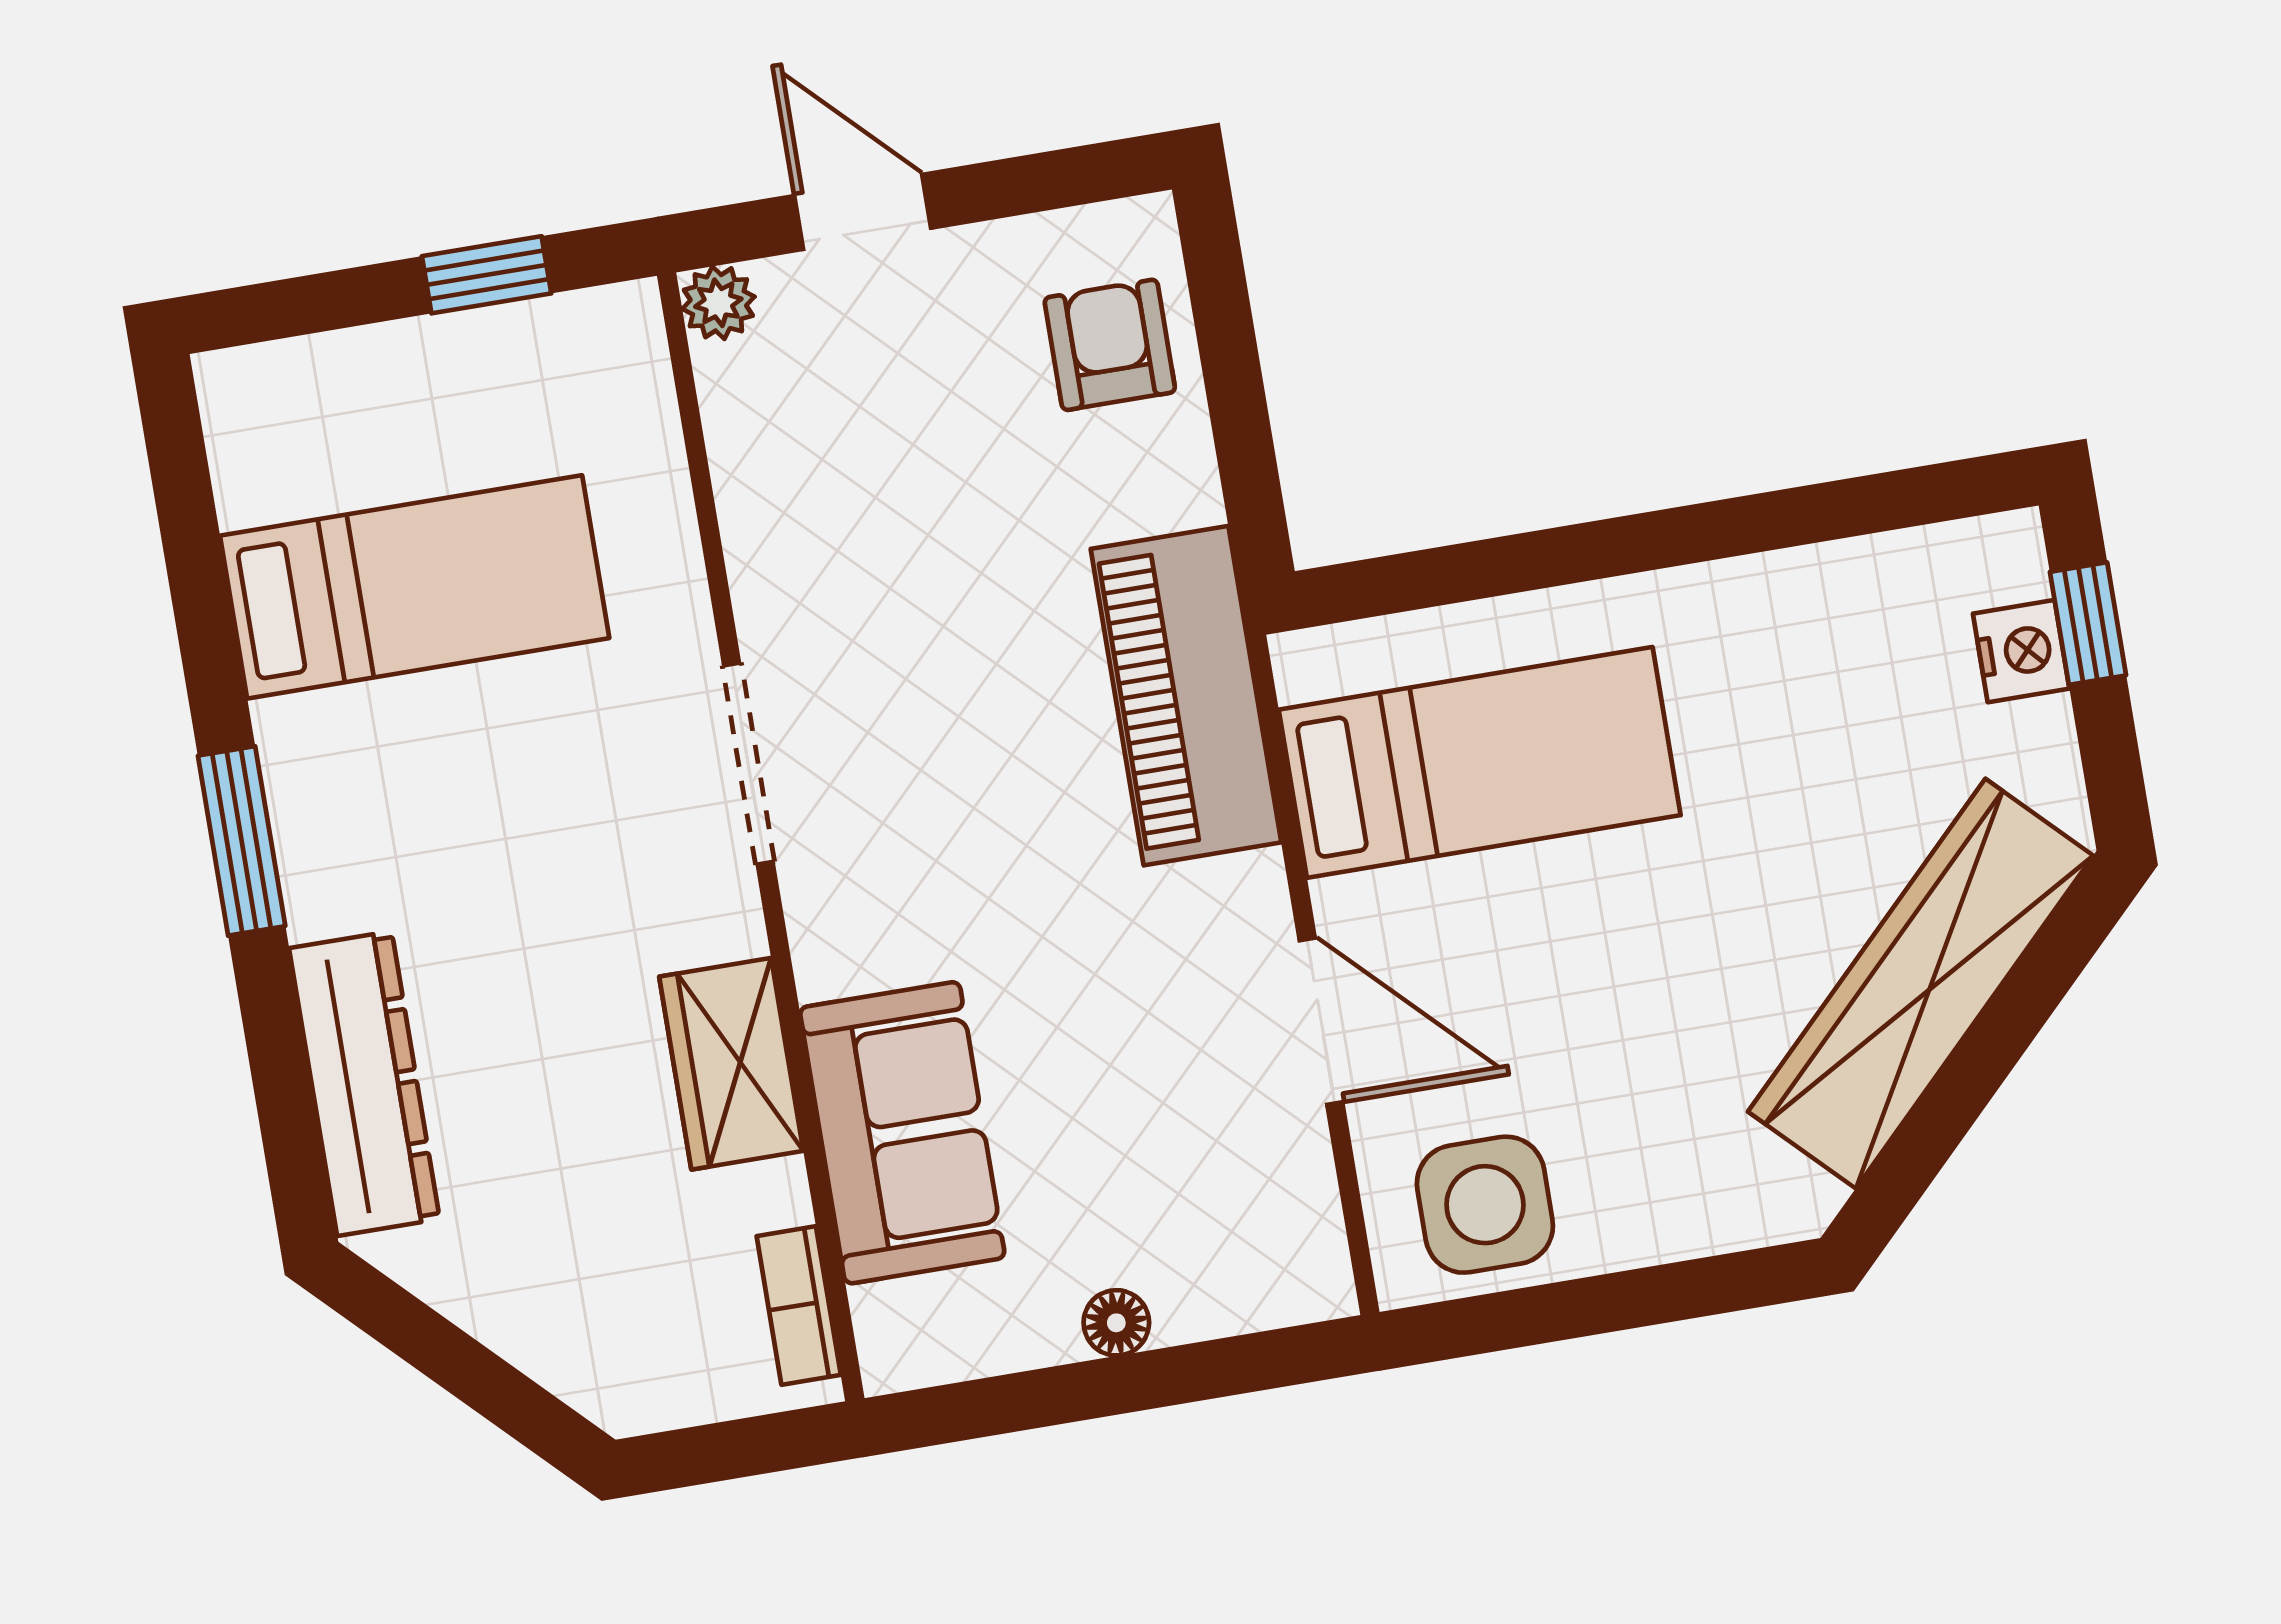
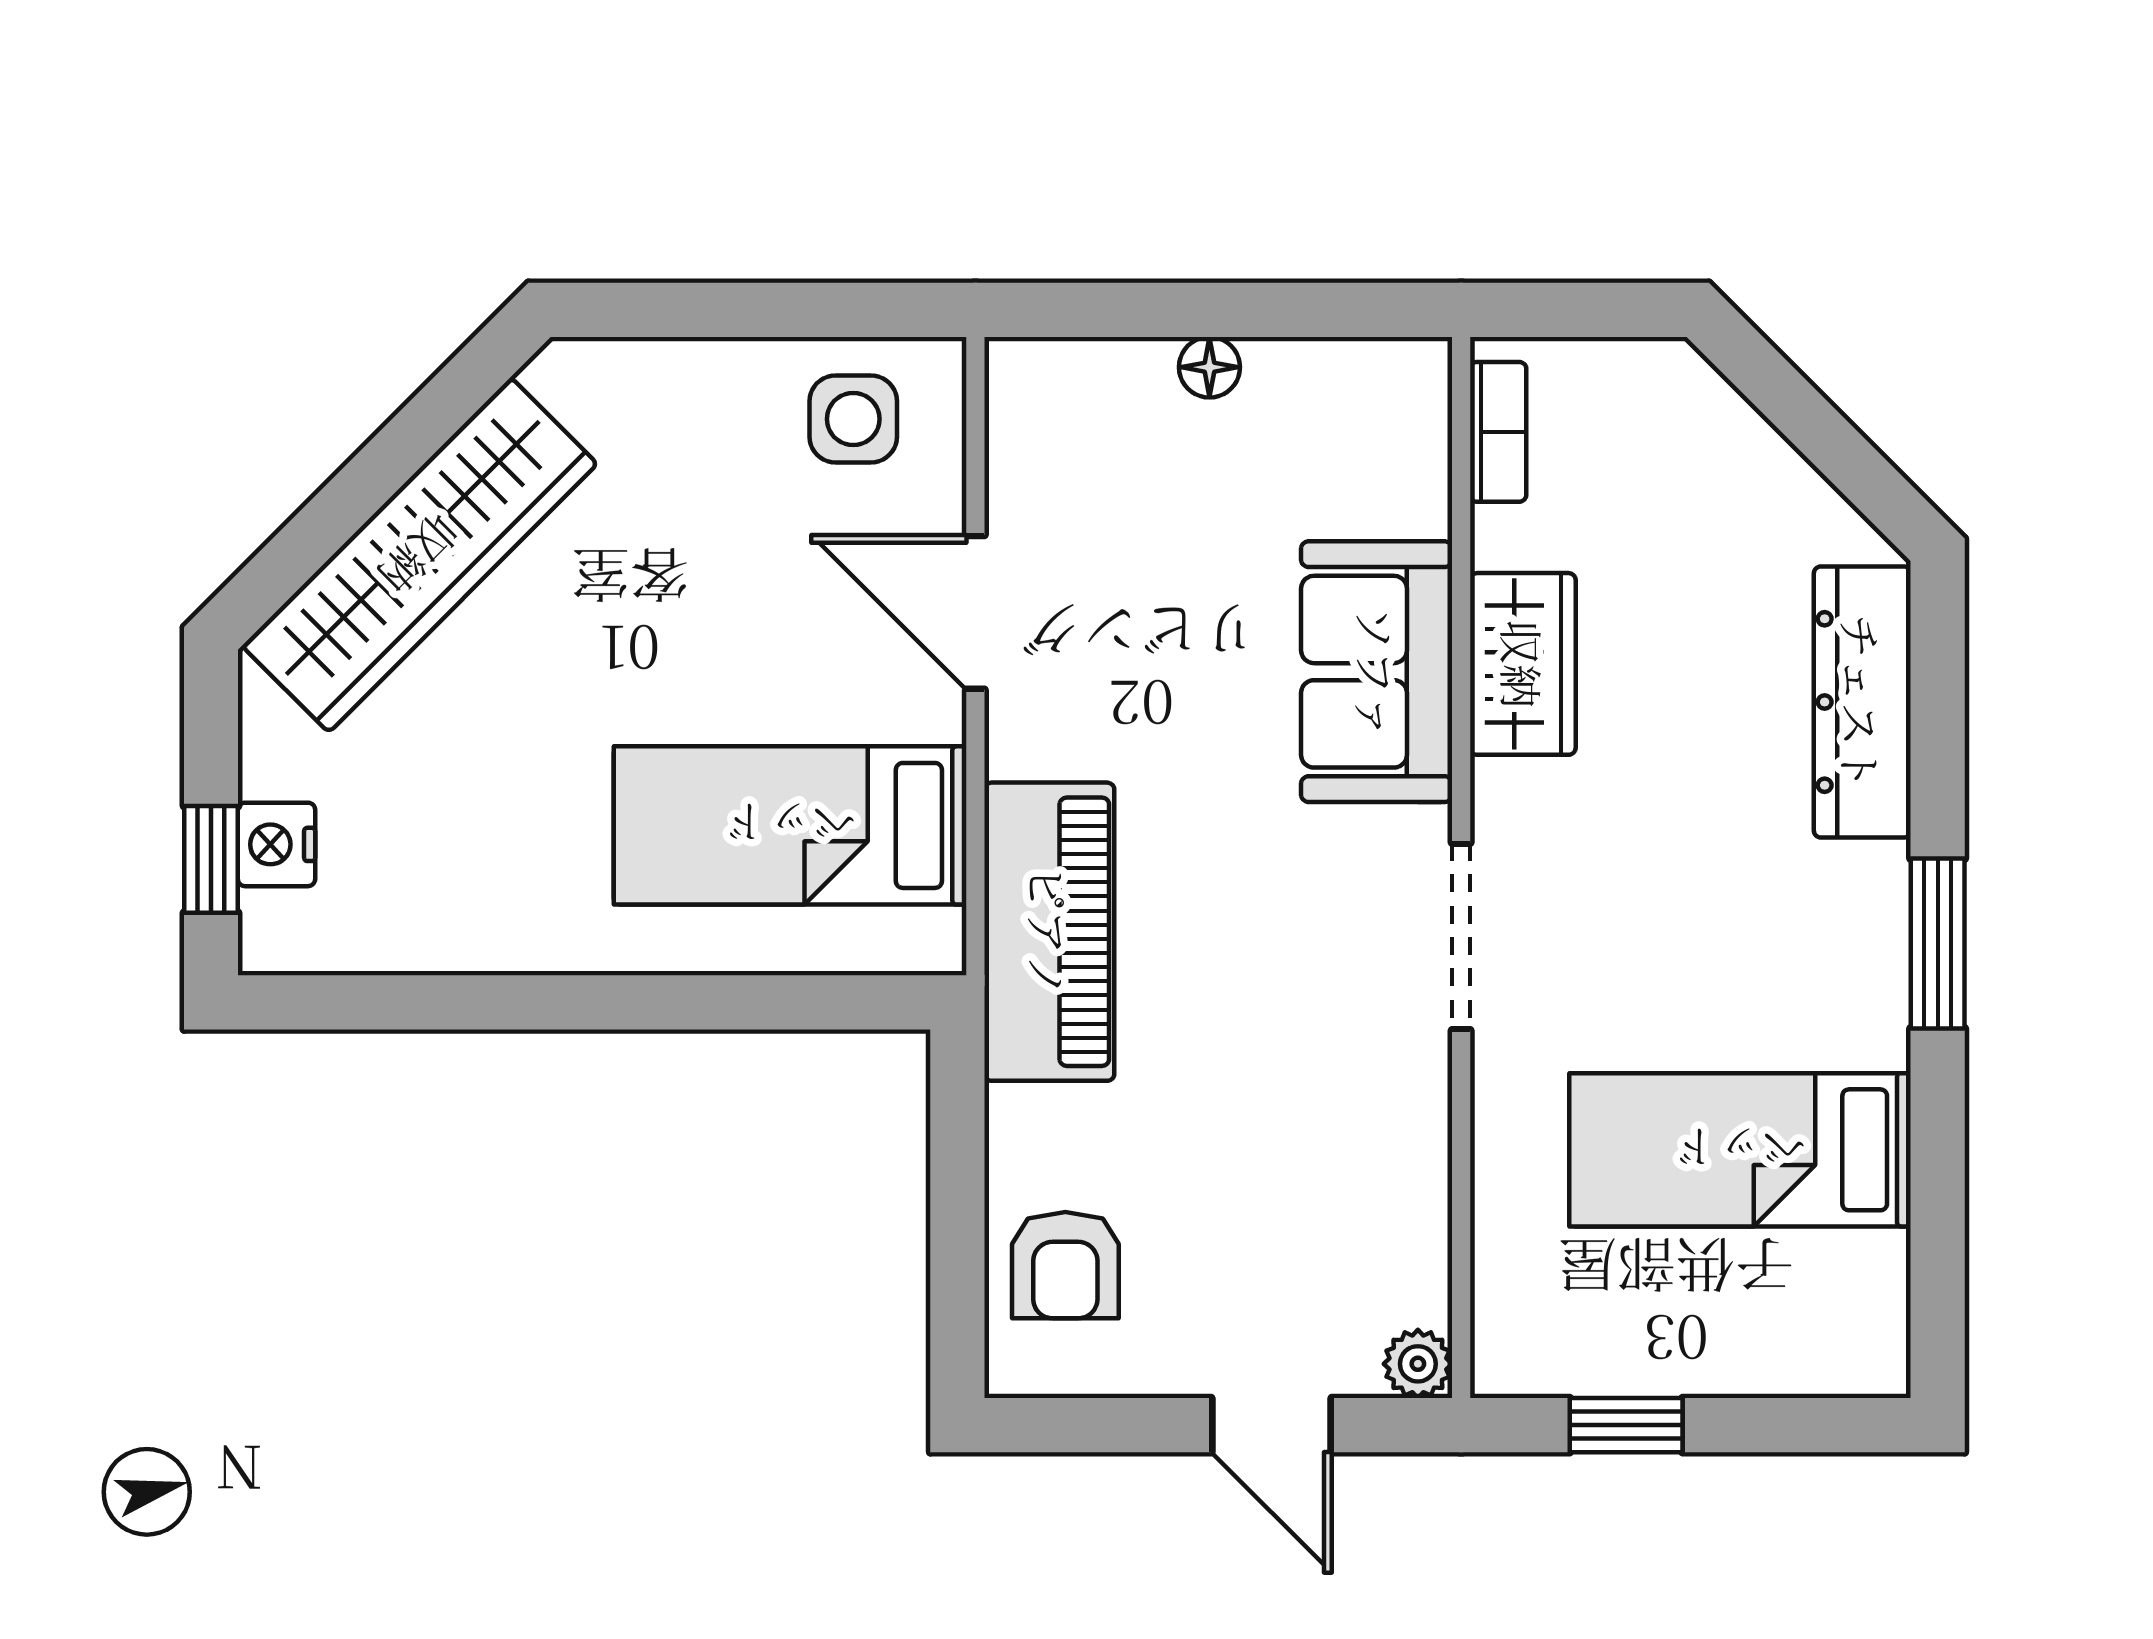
sofa: (902, 1133) -> (1377, 672), moved
side table: (1485, 1205) -> (853, 419), width x0.73, depth x0.73

